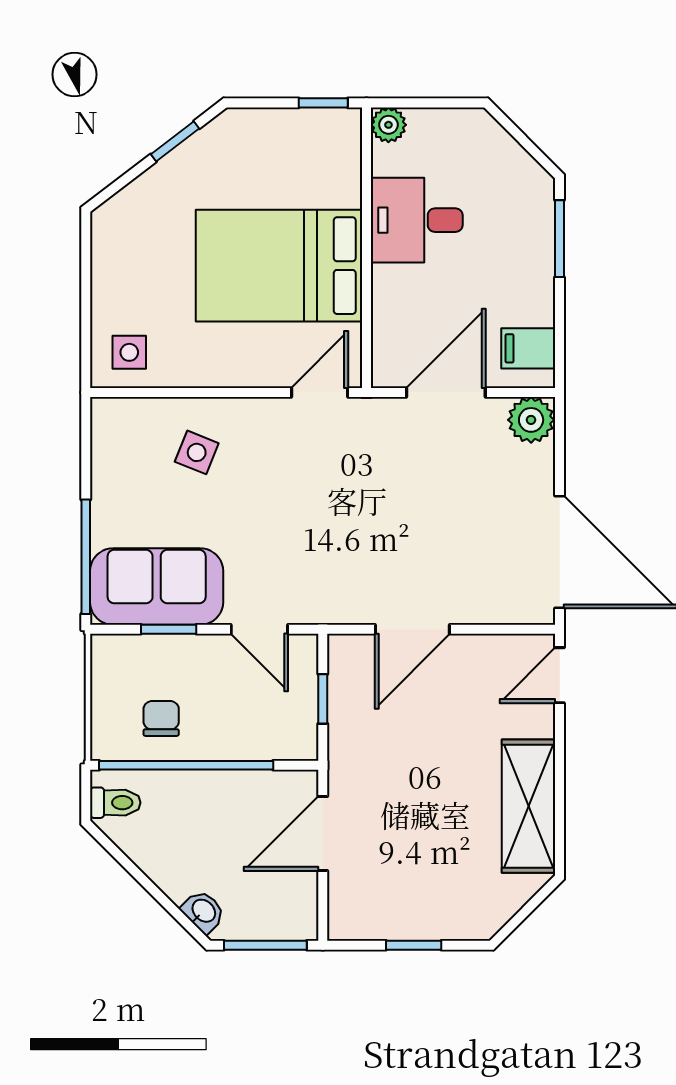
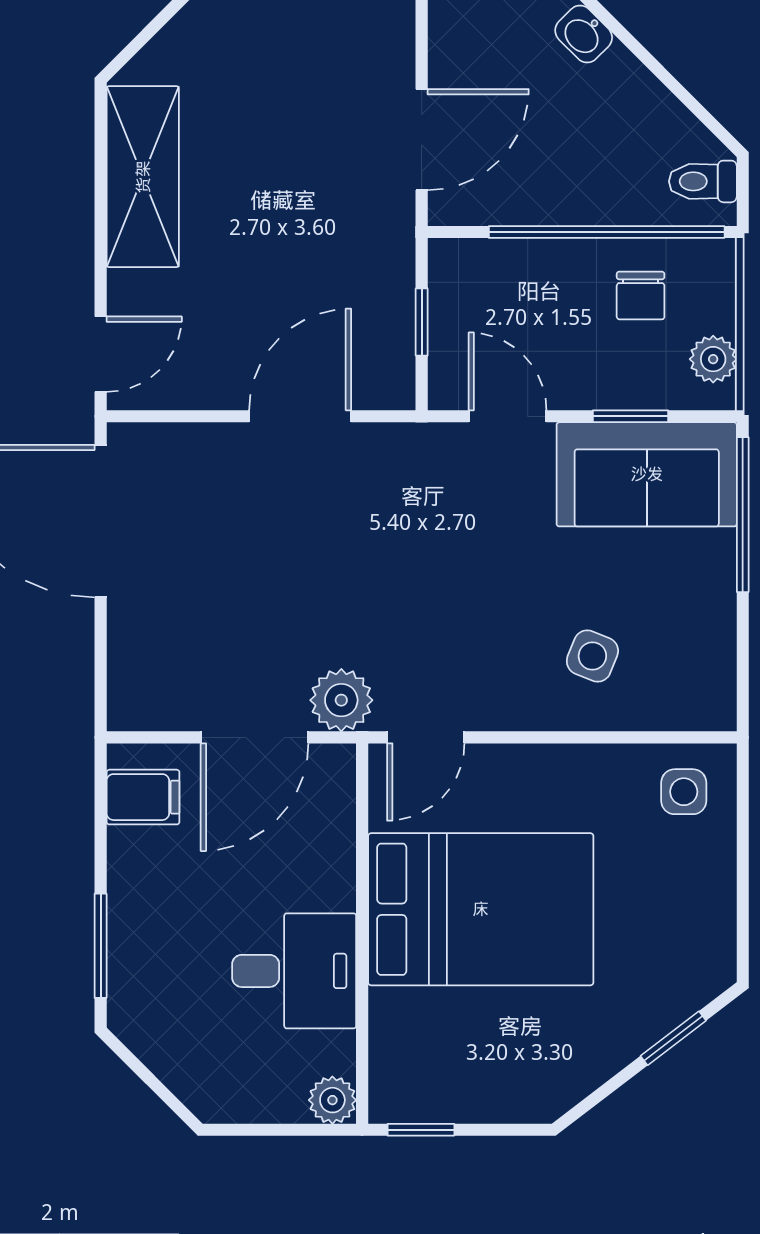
window: (175, 141) -> (673, 1038), moved
plant: (531, 420) -> (341, 700), moved
plant: (108, 672) -> (713, 359), added

